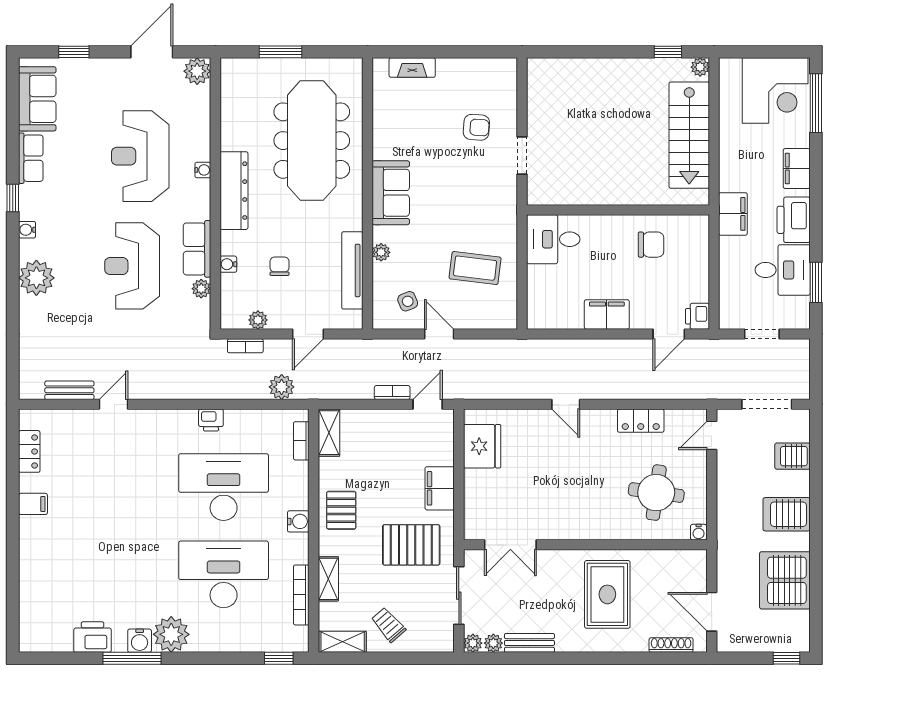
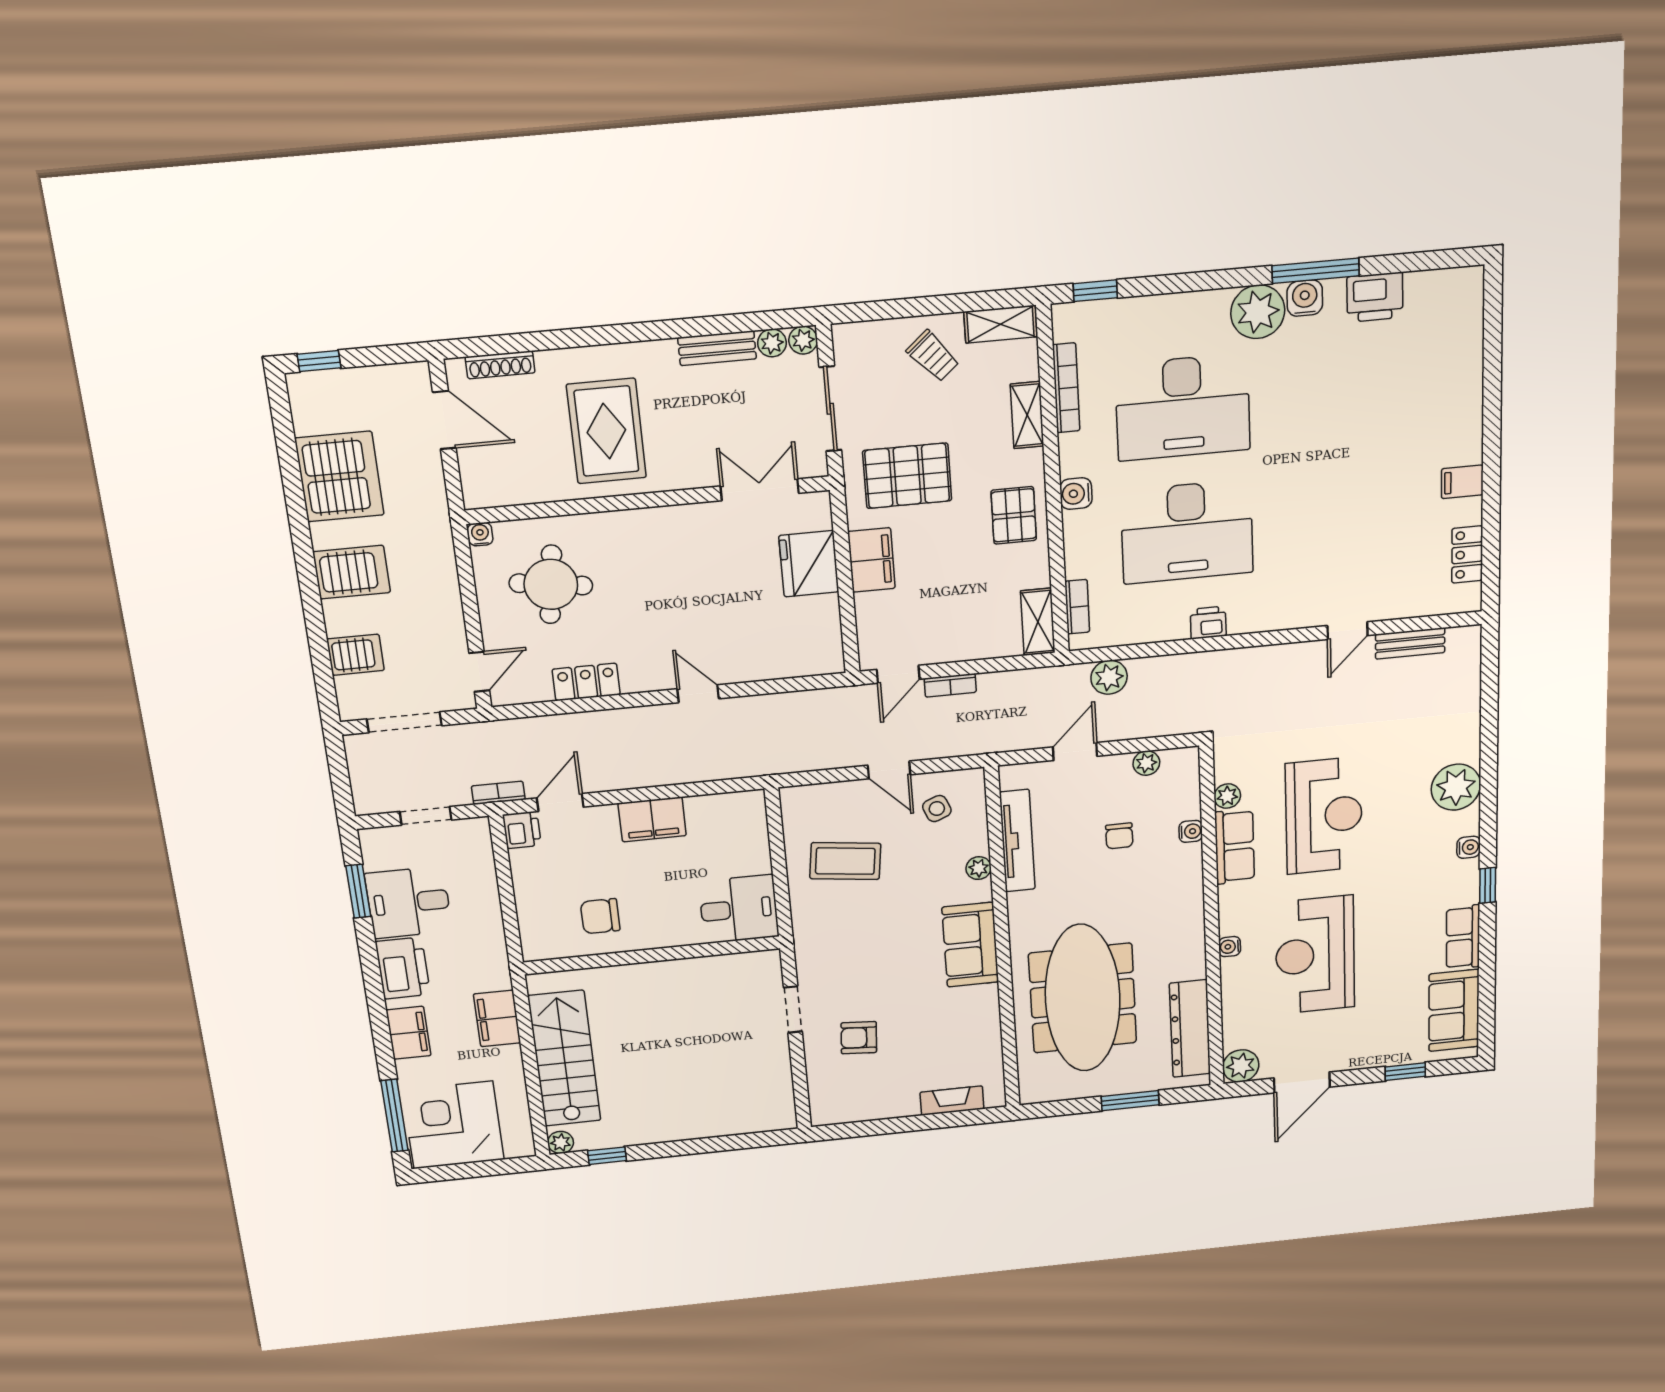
reception desk: (140, 156) -> (1315, 955), turned 180
dresser: (234, 191) -> (1190, 1029), moved
filing cabinet: (733, 214) -> (497, 1018), moved
bookcase: (245, 346) -> (498, 793), moved
fridge: (482, 446) -> (809, 564), moved

